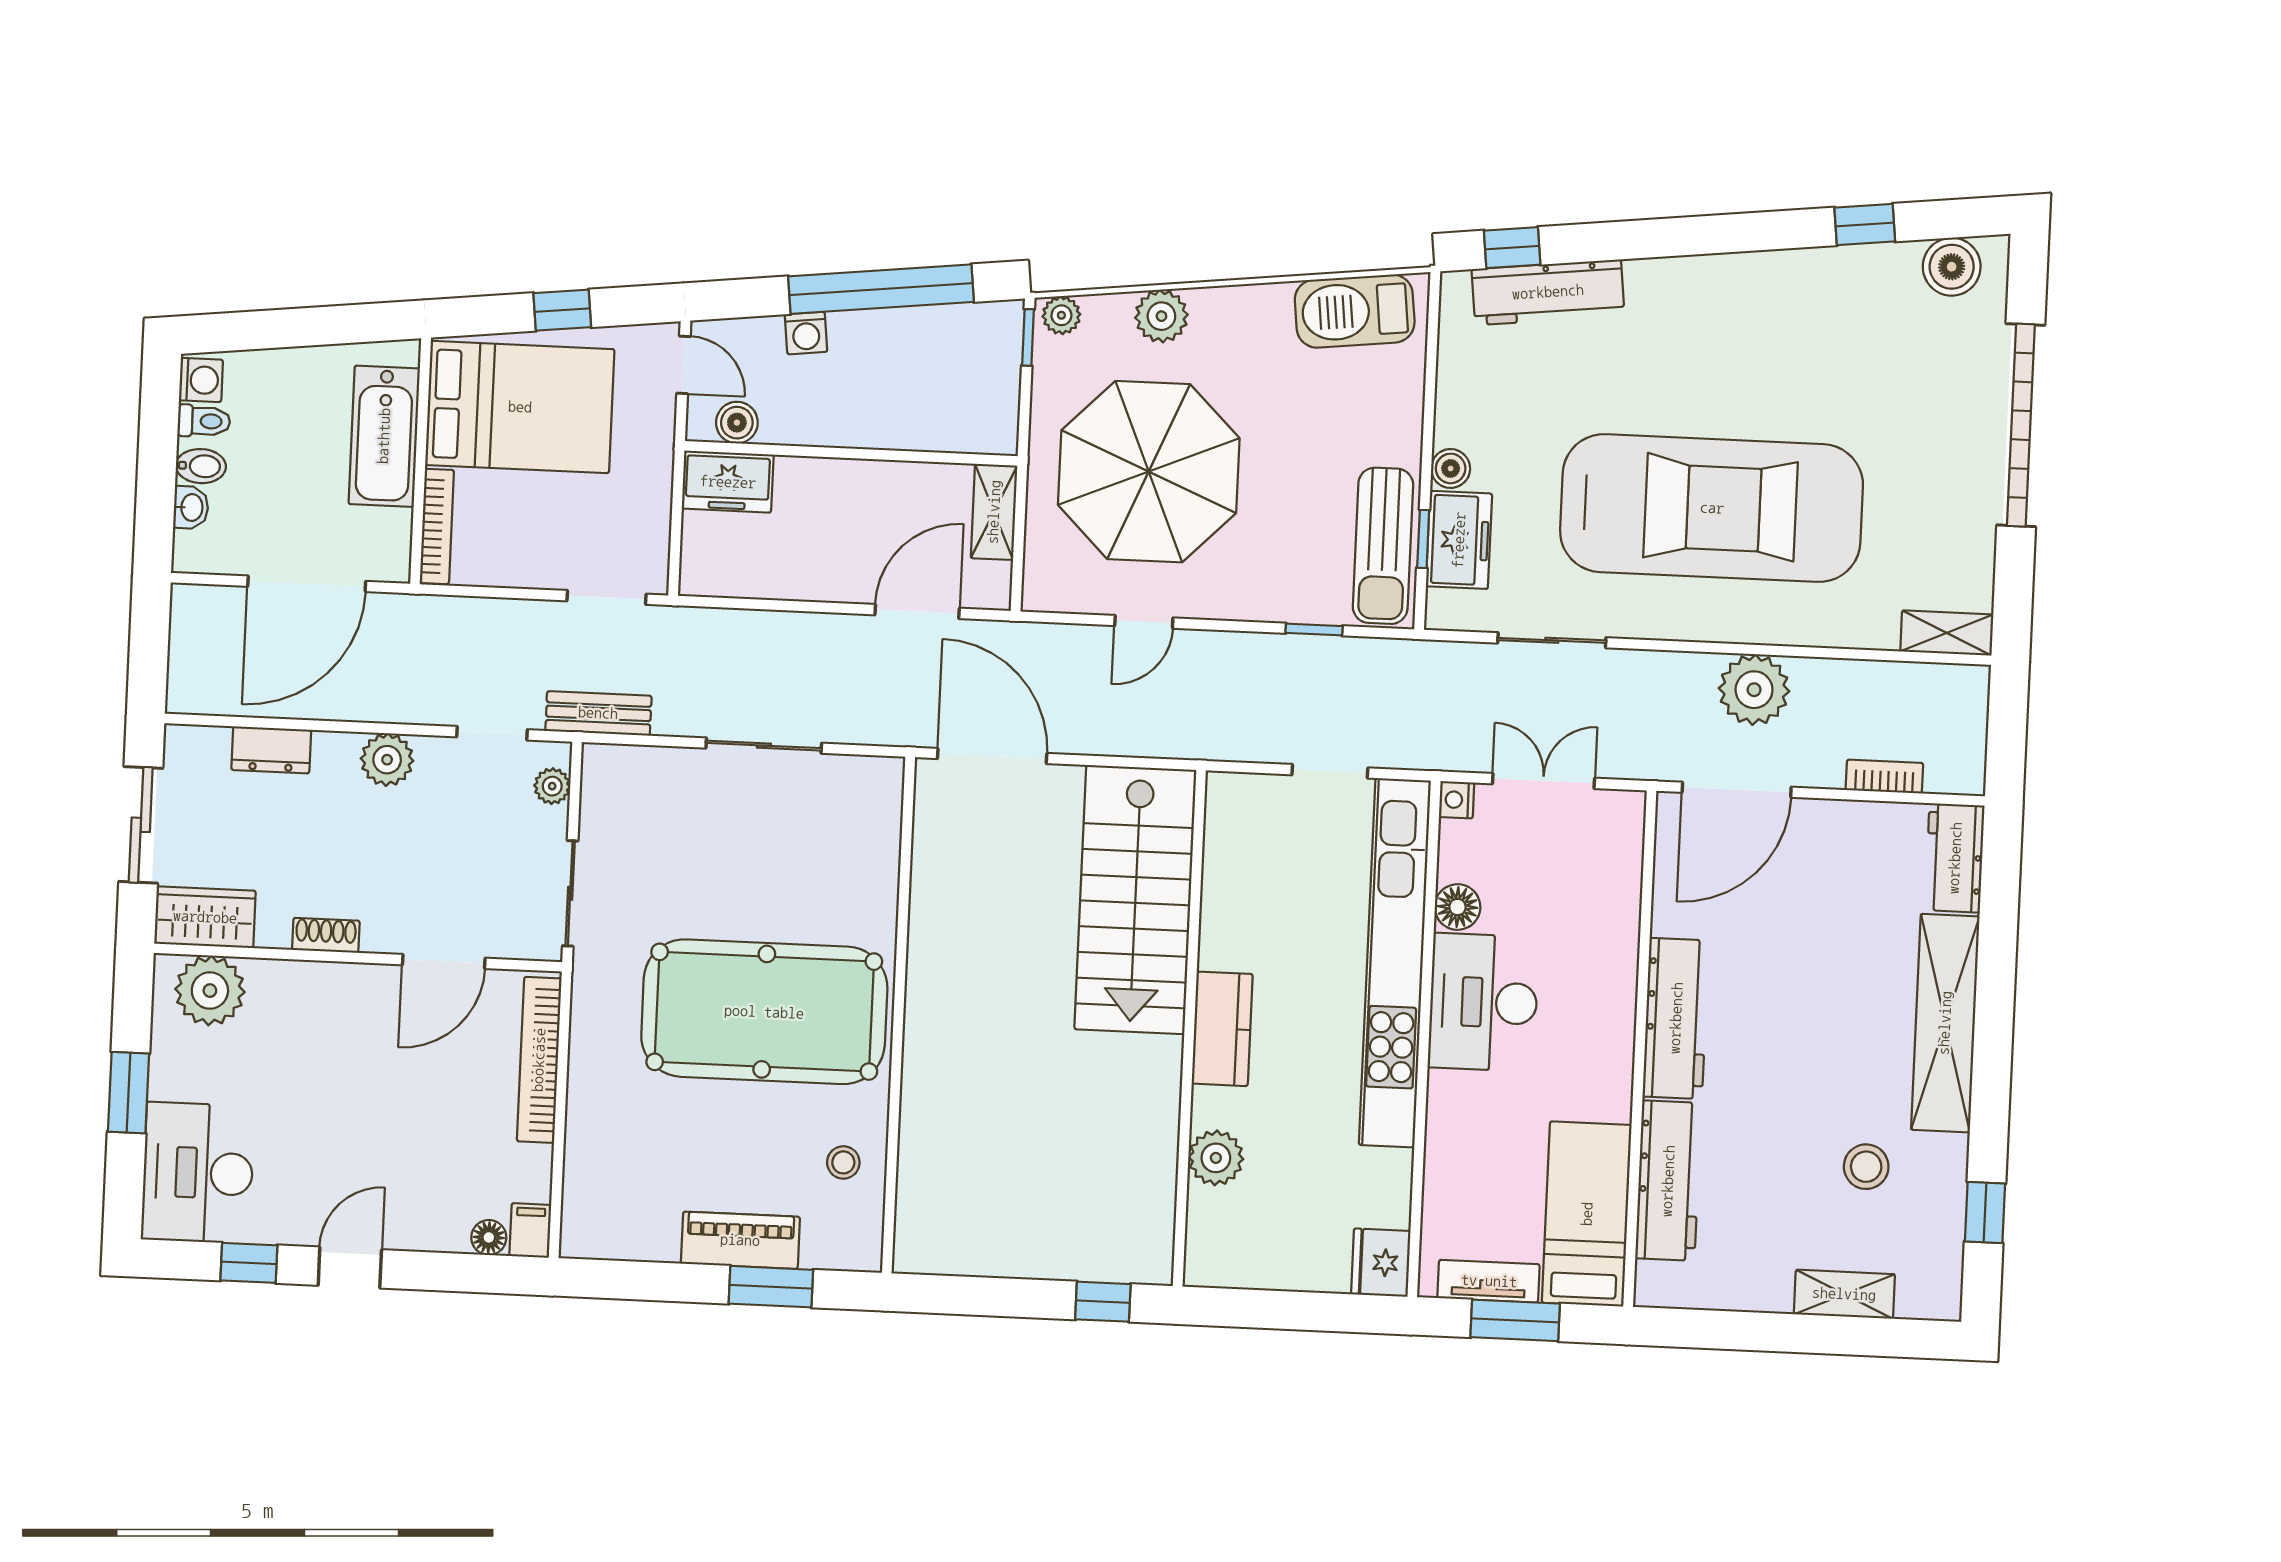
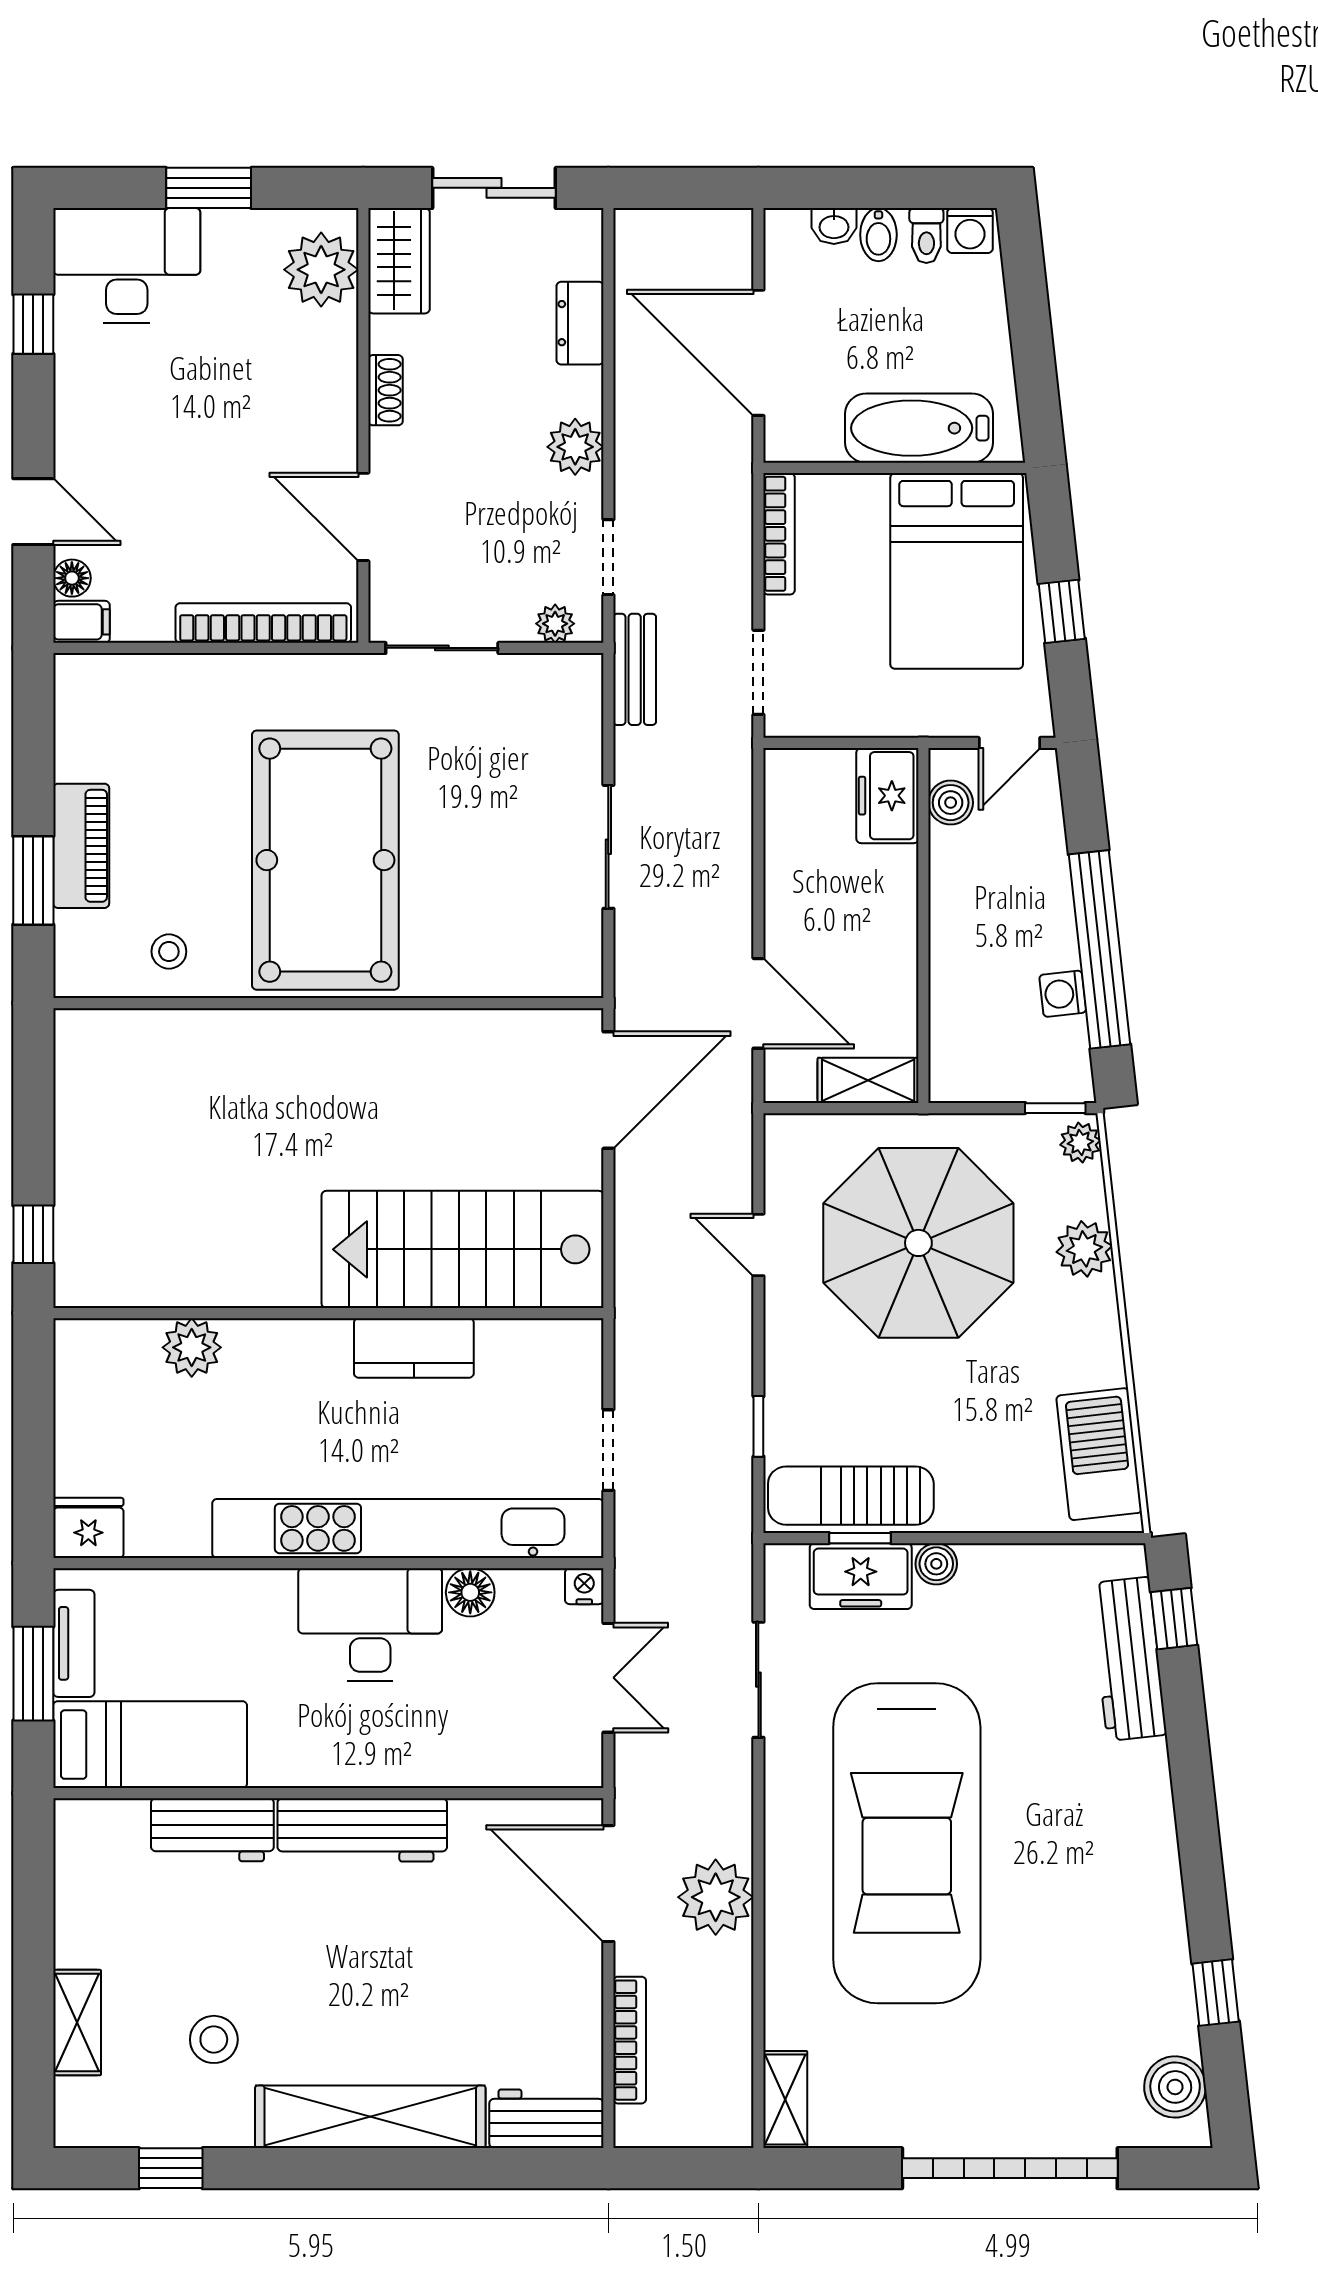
washing machine: (806, 333) -> (1063, 994), moved
bookcase: (437, 526) -> (779, 534), moved, turned -90
bookcase: (1884, 776) -> (630, 2040), width x1.56
kitchen counter: (1222, 1029) -> (414, 1348), moved
workbench: (1668, 1181) -> (212, 1830), width x0.73
door: (350, 1268) -> (33, 512), moved

